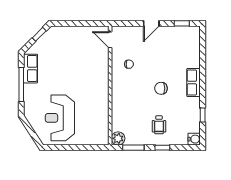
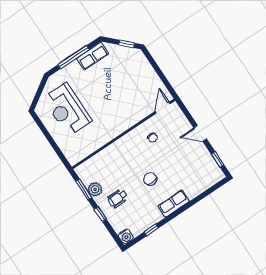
reception desk: (60, 118) -> (67, 109), turned -90
plant: (118, 138) -> (95, 189), moved

